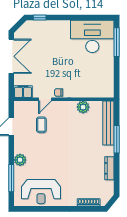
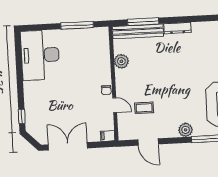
window: (117, 42) -> (77, 25), moved
filing cabinet: (23, 92) -> (108, 136), width x0.50
window: (117, 139) -> (143, 22), moved
dresser: (109, 168) -> (177, 28), moved

